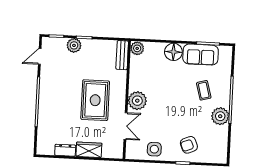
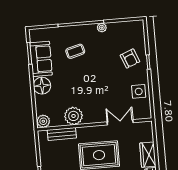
bench: (122, 55) -> (62, 134), moved
plant: (137, 101) -> (73, 116), moved
plant: (220, 116) -> (102, 28), width x0.53, depth x0.53

